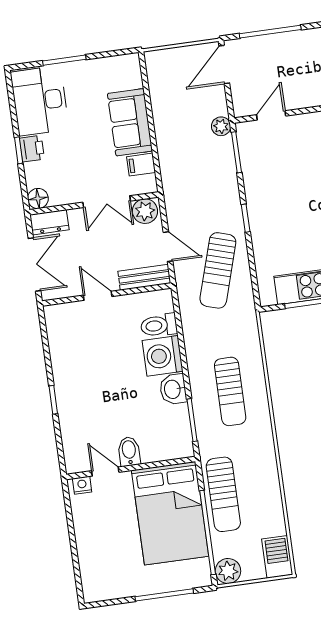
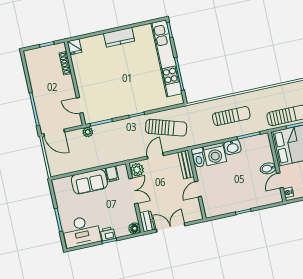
bench: (144, 277) -> (186, 165), moved
wall: (107, 295) -> (197, 184), moved
door: (98, 296) -> (198, 189), moved

